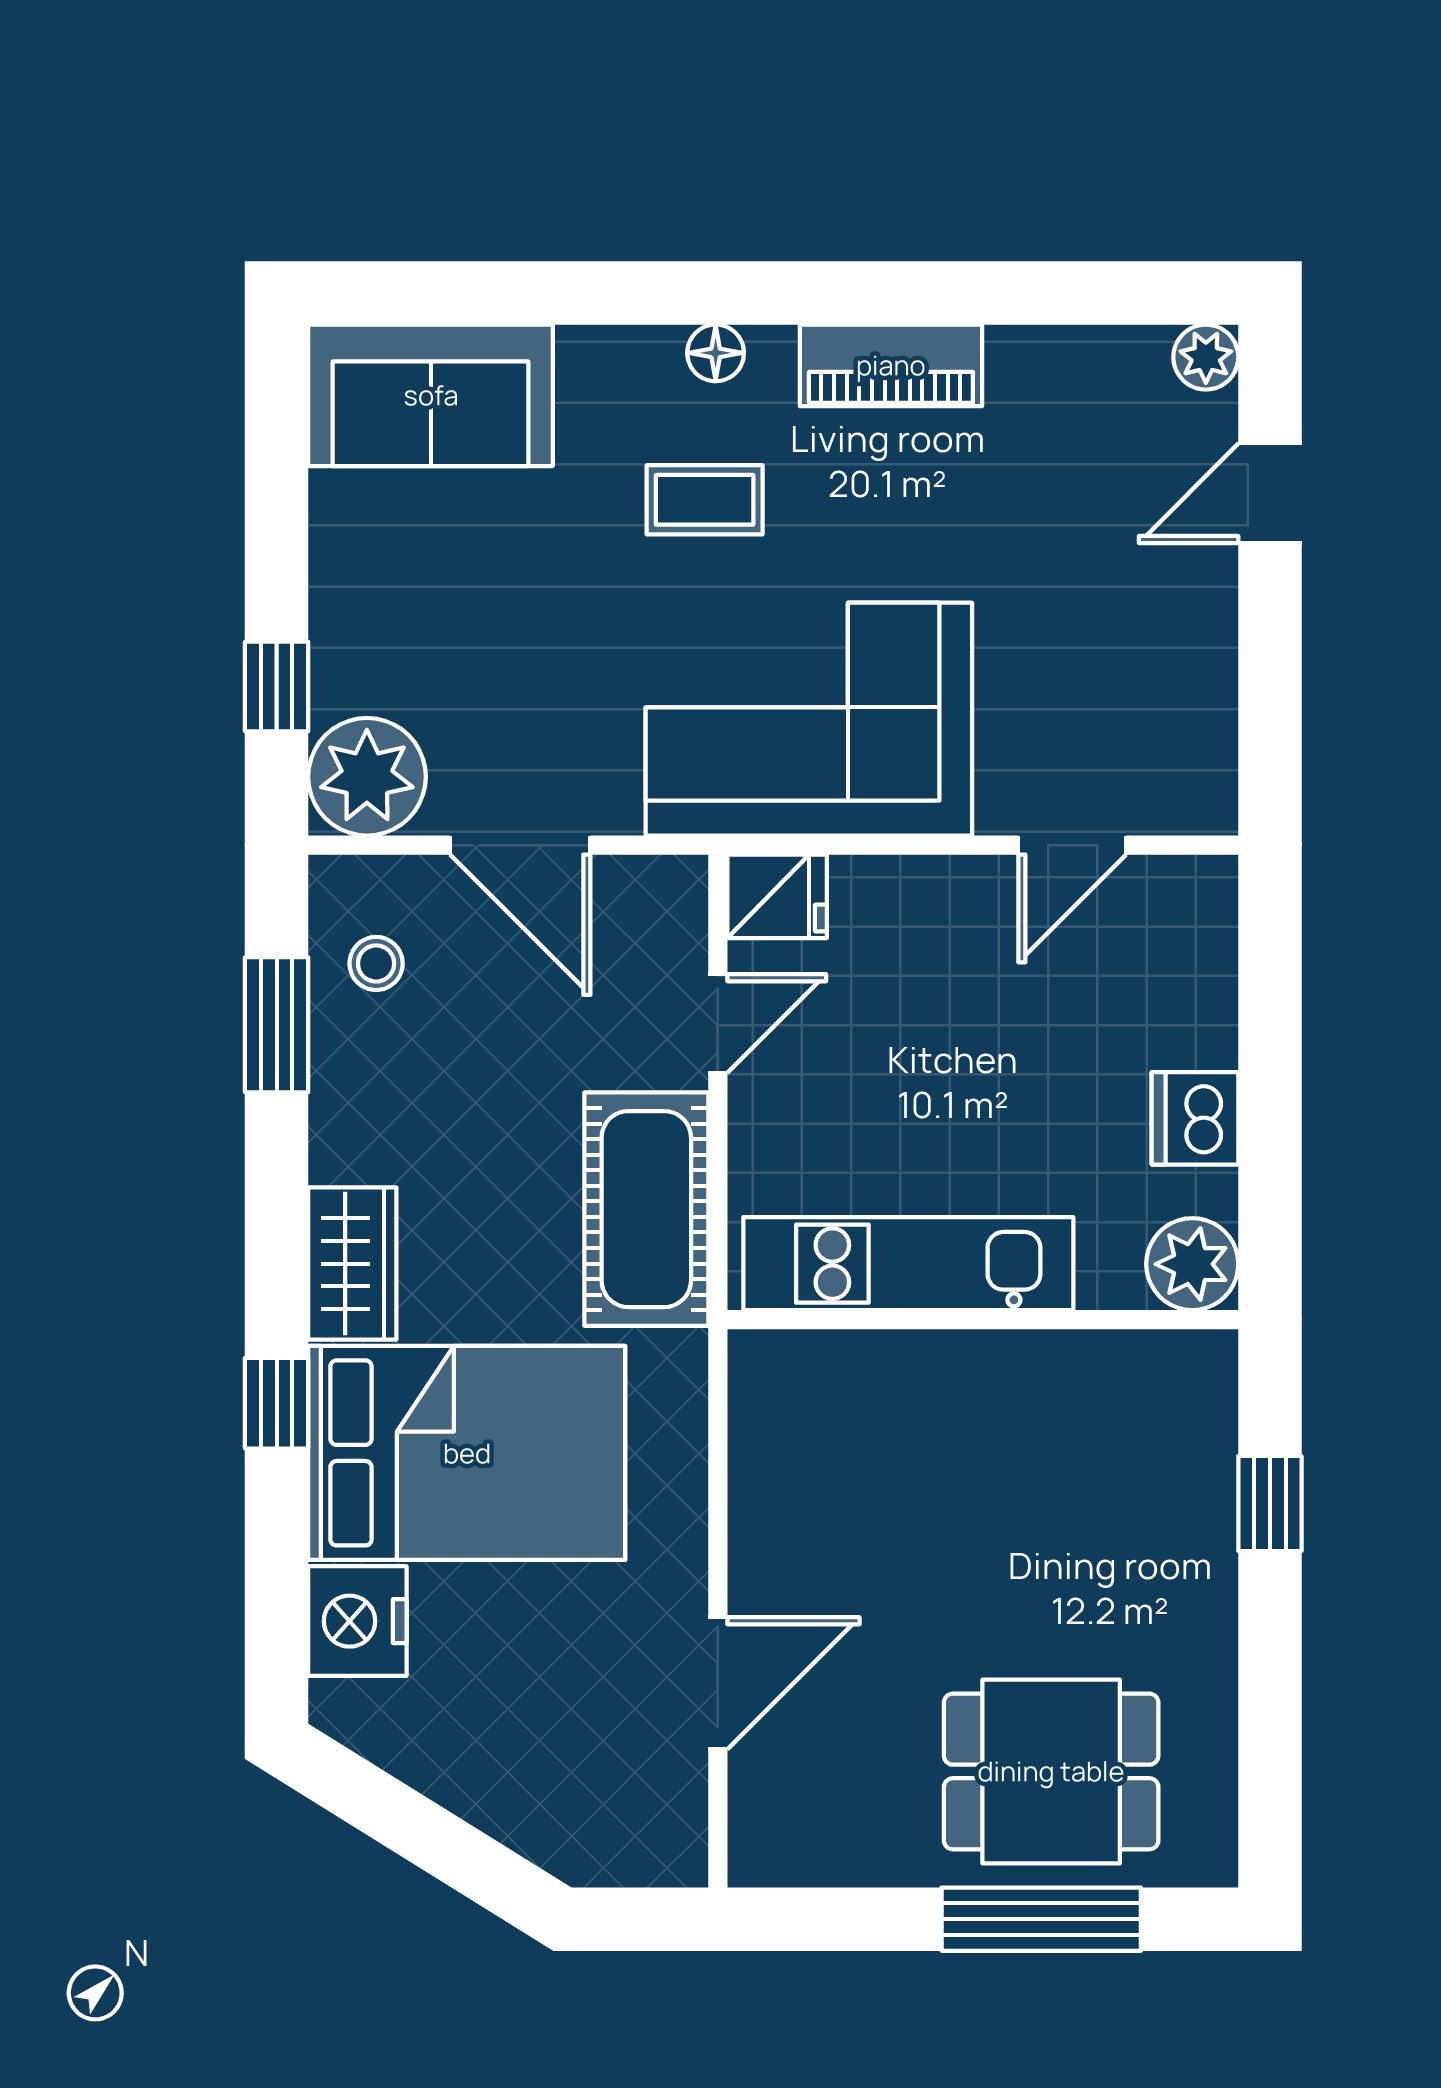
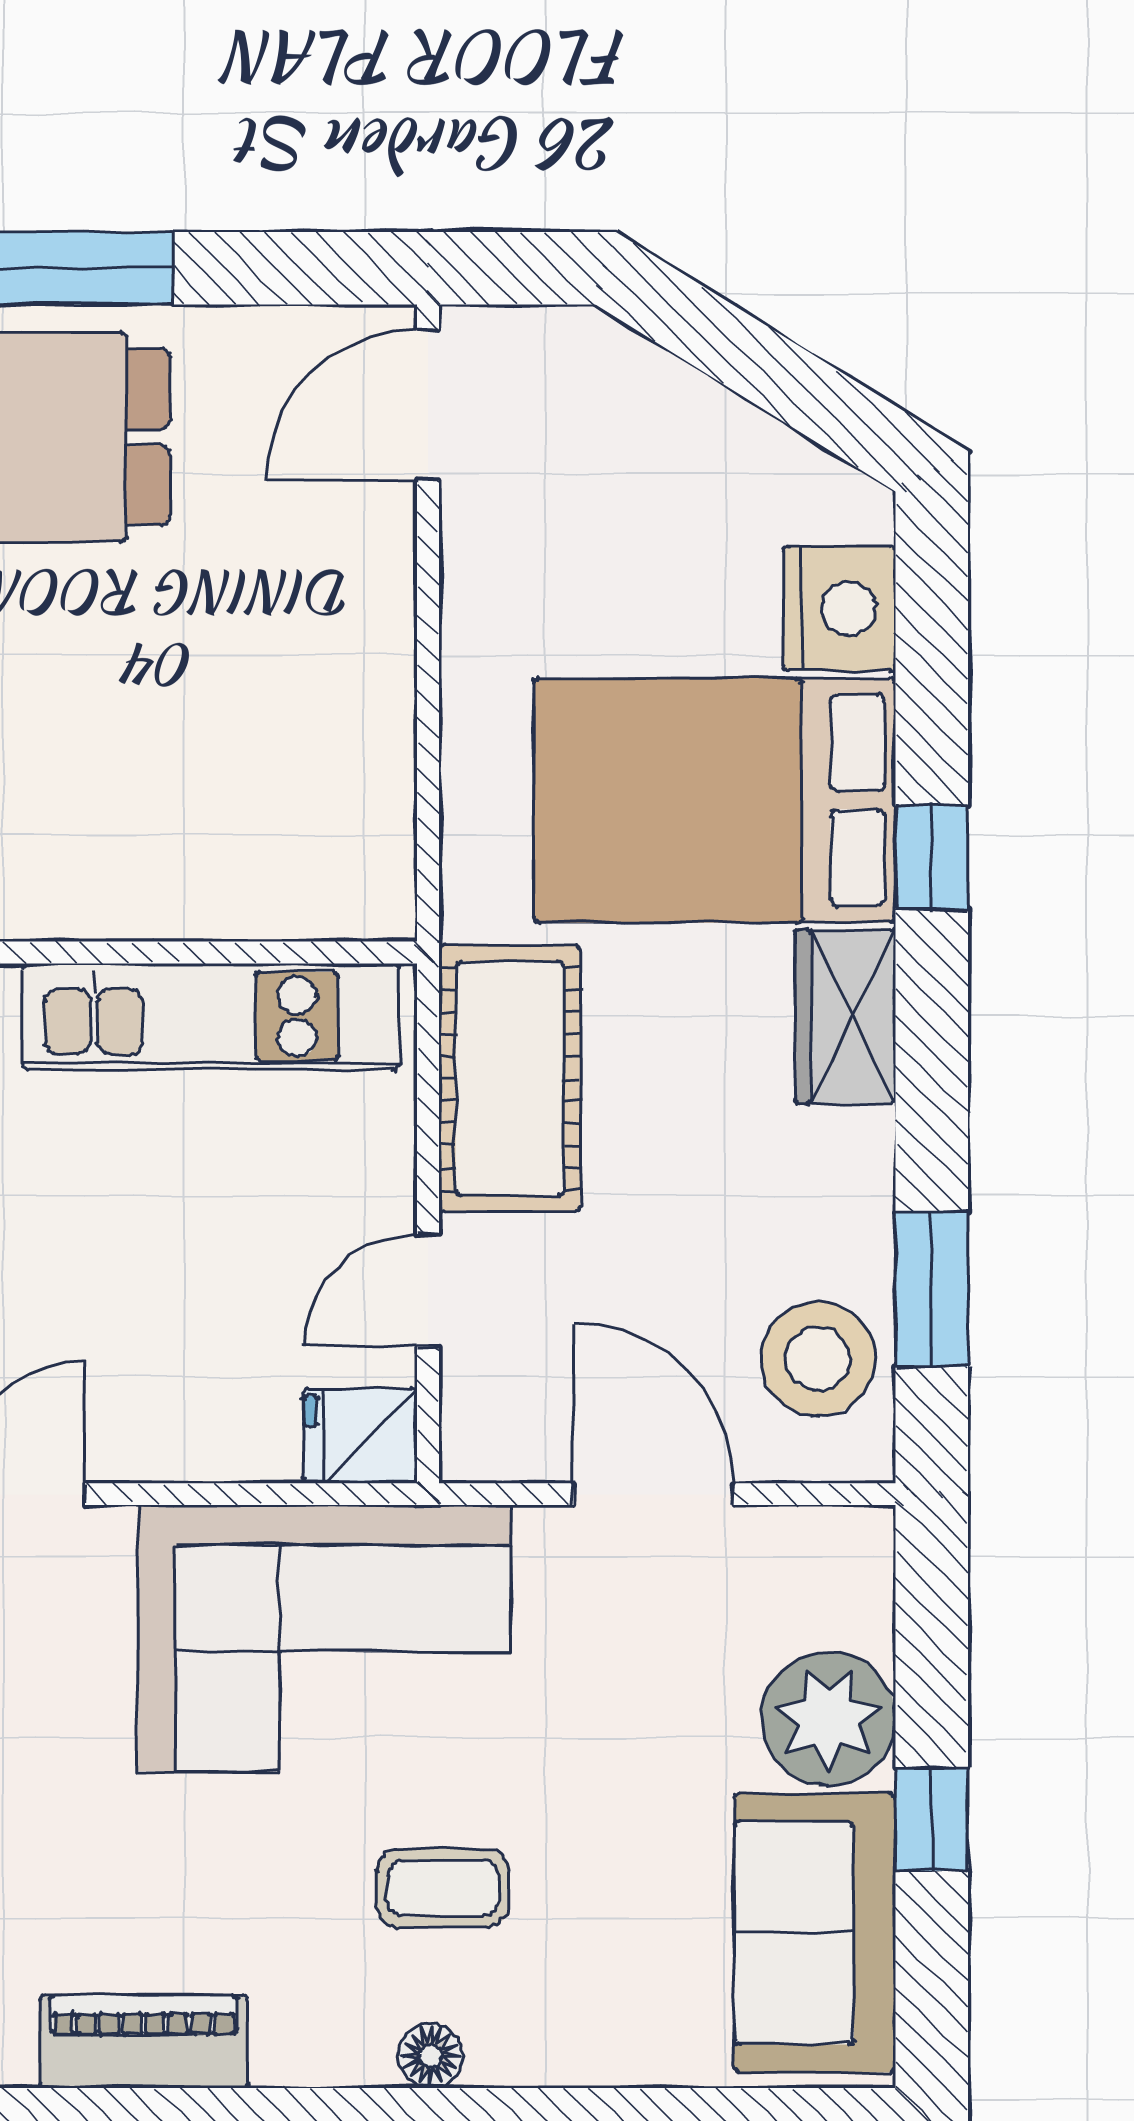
piano: (891, 365) -> (144, 2042), moved
sofa: (431, 395) -> (815, 1933), moved, turned -90
window: (277, 687) -> (932, 1819), moved
plant: (367, 777) -> (828, 1719), moved
stool: (376, 963) -> (818, 1359), width x1.89, depth x1.89
door: (718, 1683) -> (428, 405), moved

